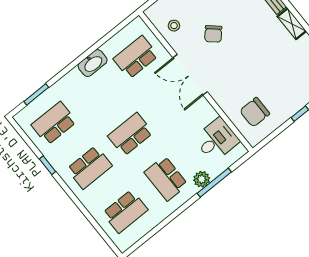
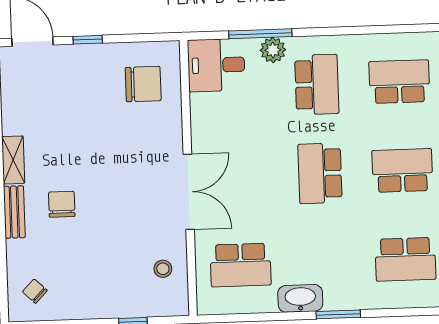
chair: (213, 34) -> (62, 204), moved, turned -42
window: (36, 94) -> (338, 314), moved
school desk: (130, 134) -> (320, 173), turned 90
desk: (217, 140) -> (216, 65), moved

